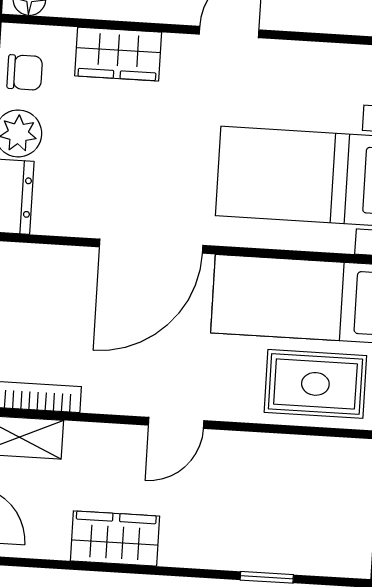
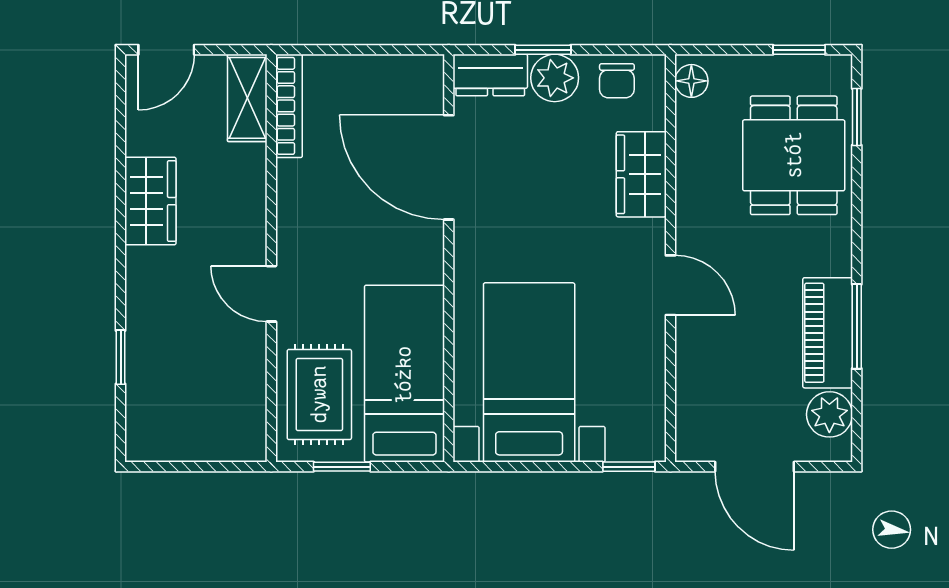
door: (151, 246) -> (449, 167), moved
door: (176, 423) -> (271, 294), moved

